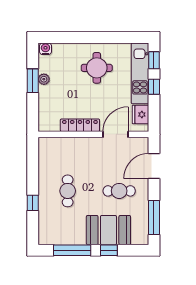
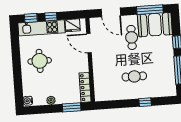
window: (33, 81) -> (72, 107), moved
locker: (80, 125) -> (85, 87), moved
booth: (108, 230) -> (155, 25), moved, turned 90

